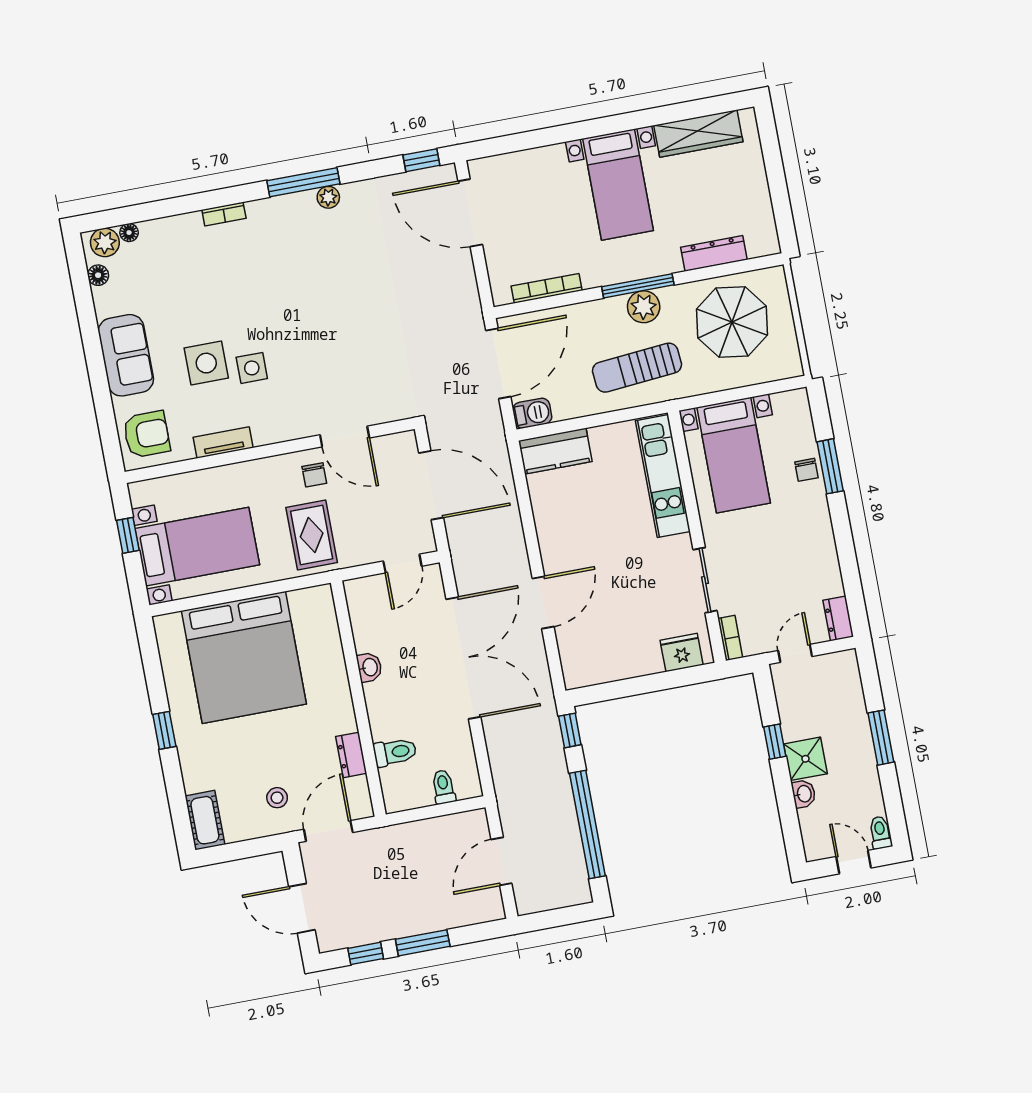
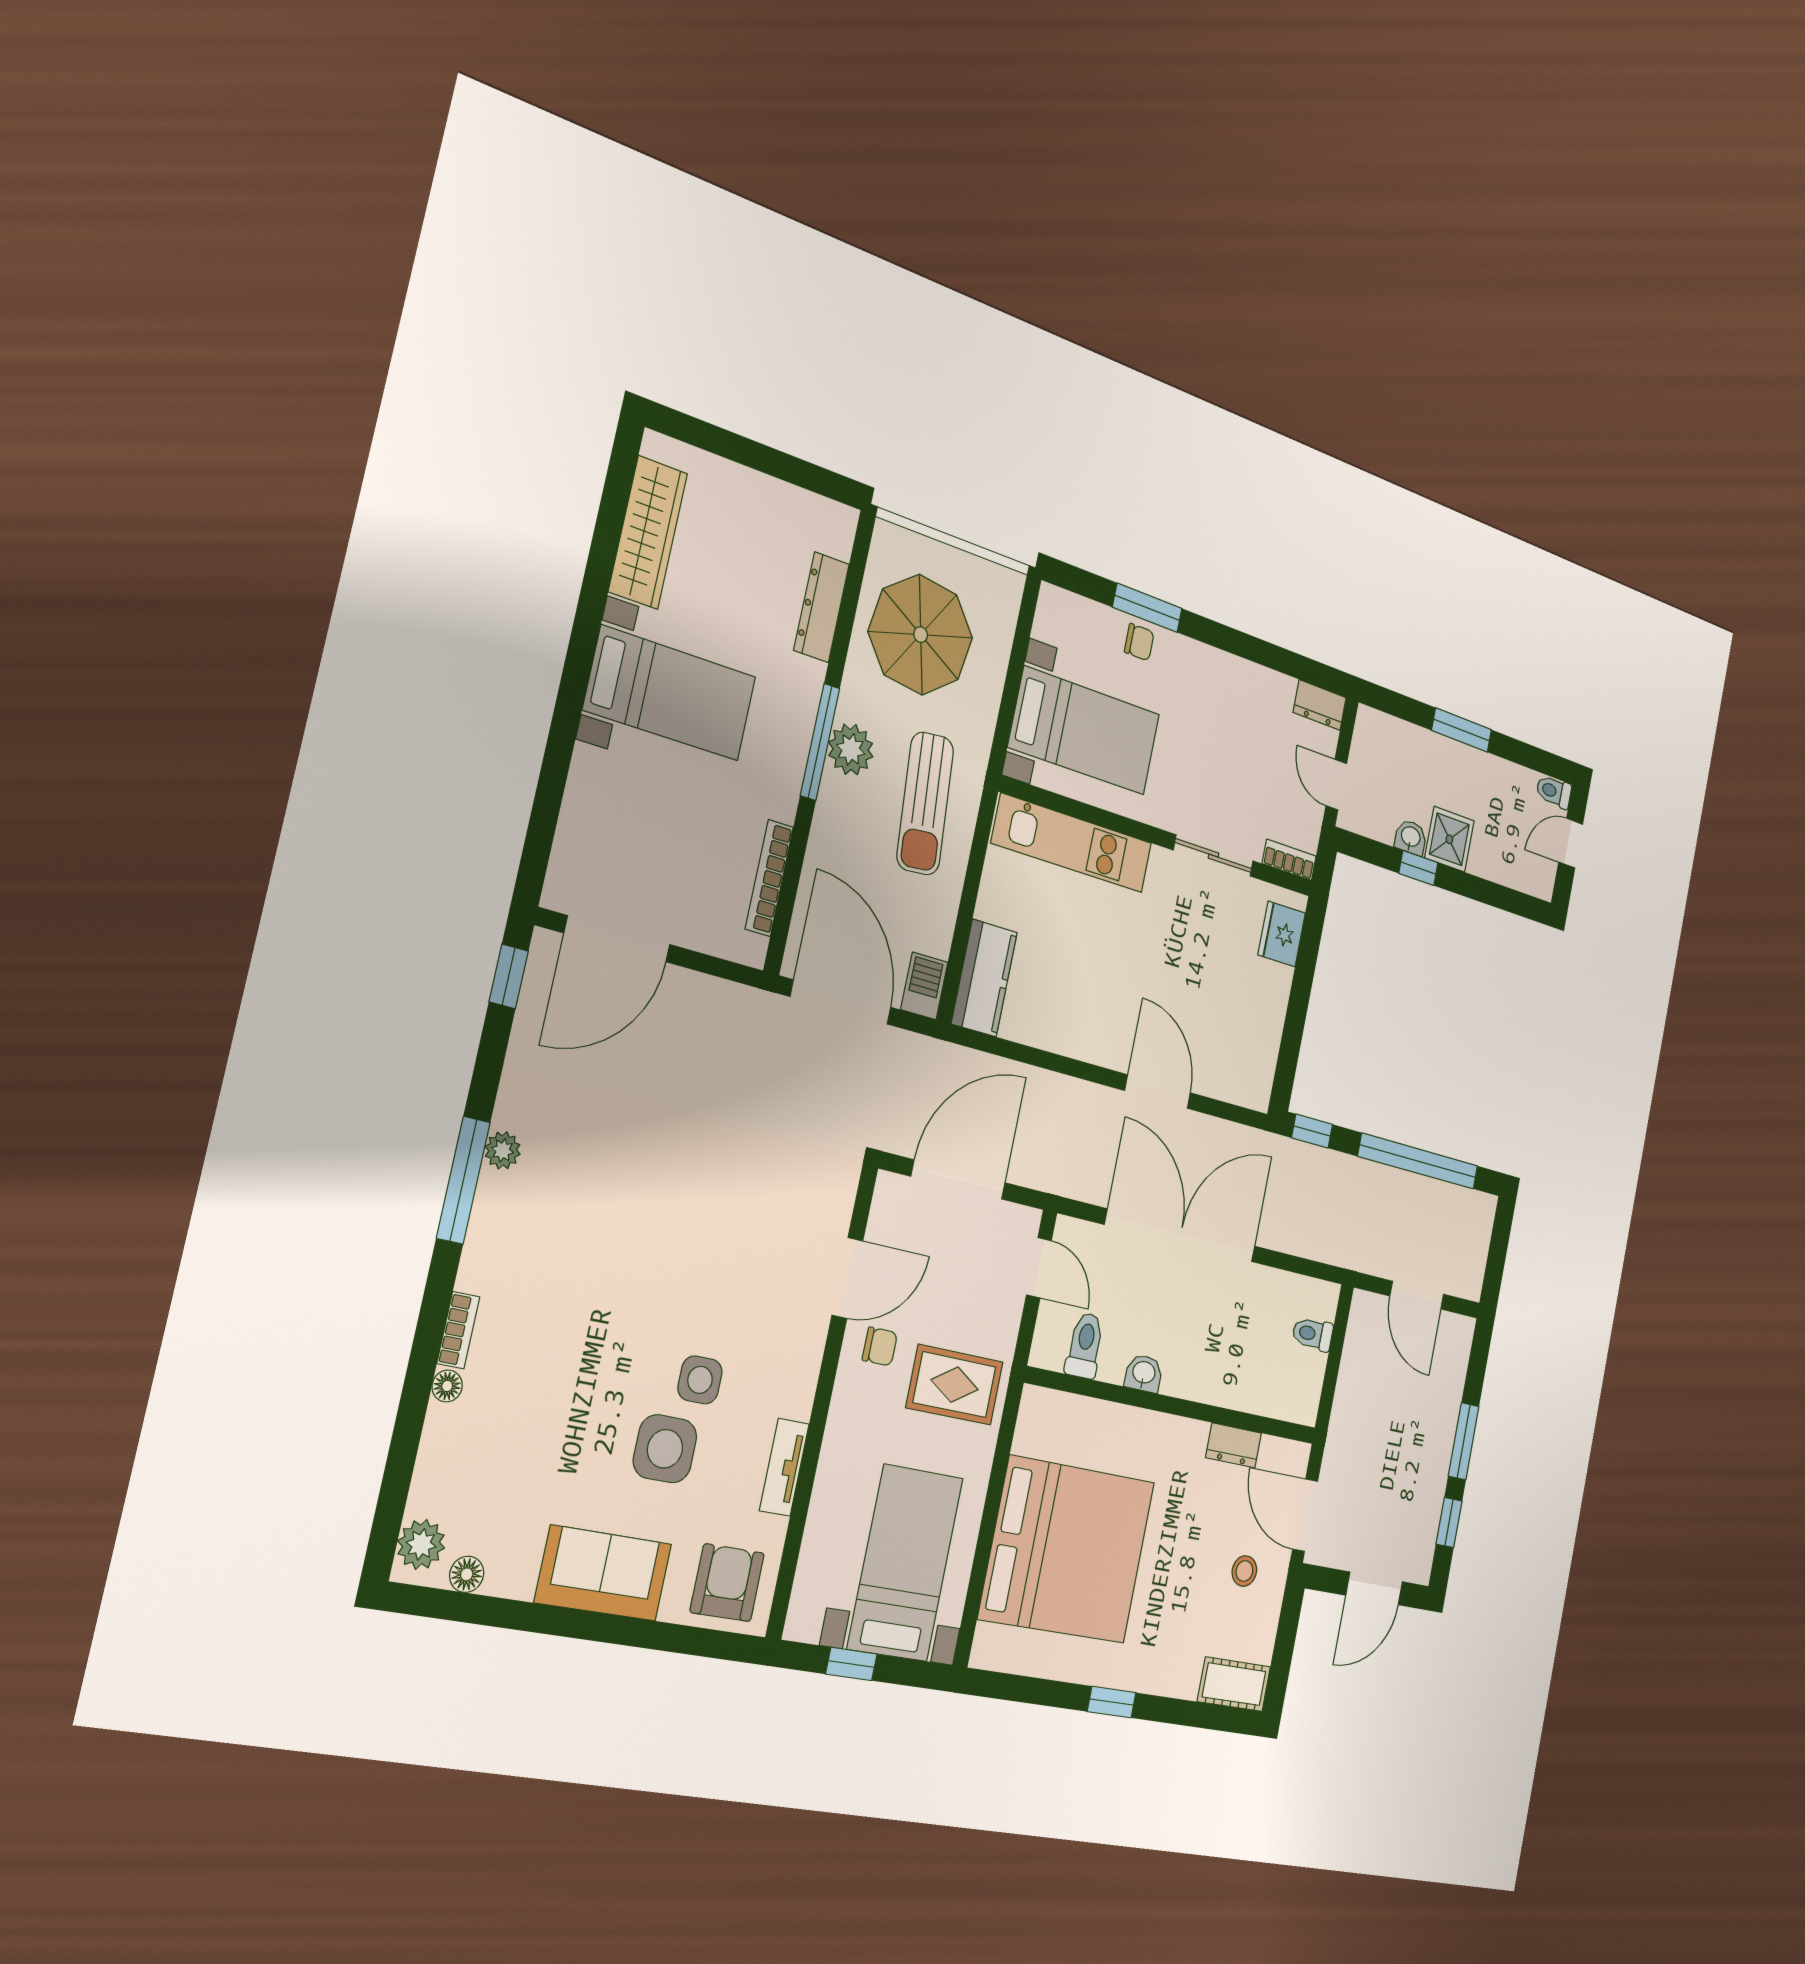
floor lamp: (129, 233) -> (447, 1386), moved
toilet: (395, 752) -> (1085, 1345), moved
washbasin: (804, 794) -> (1411, 837), moved

